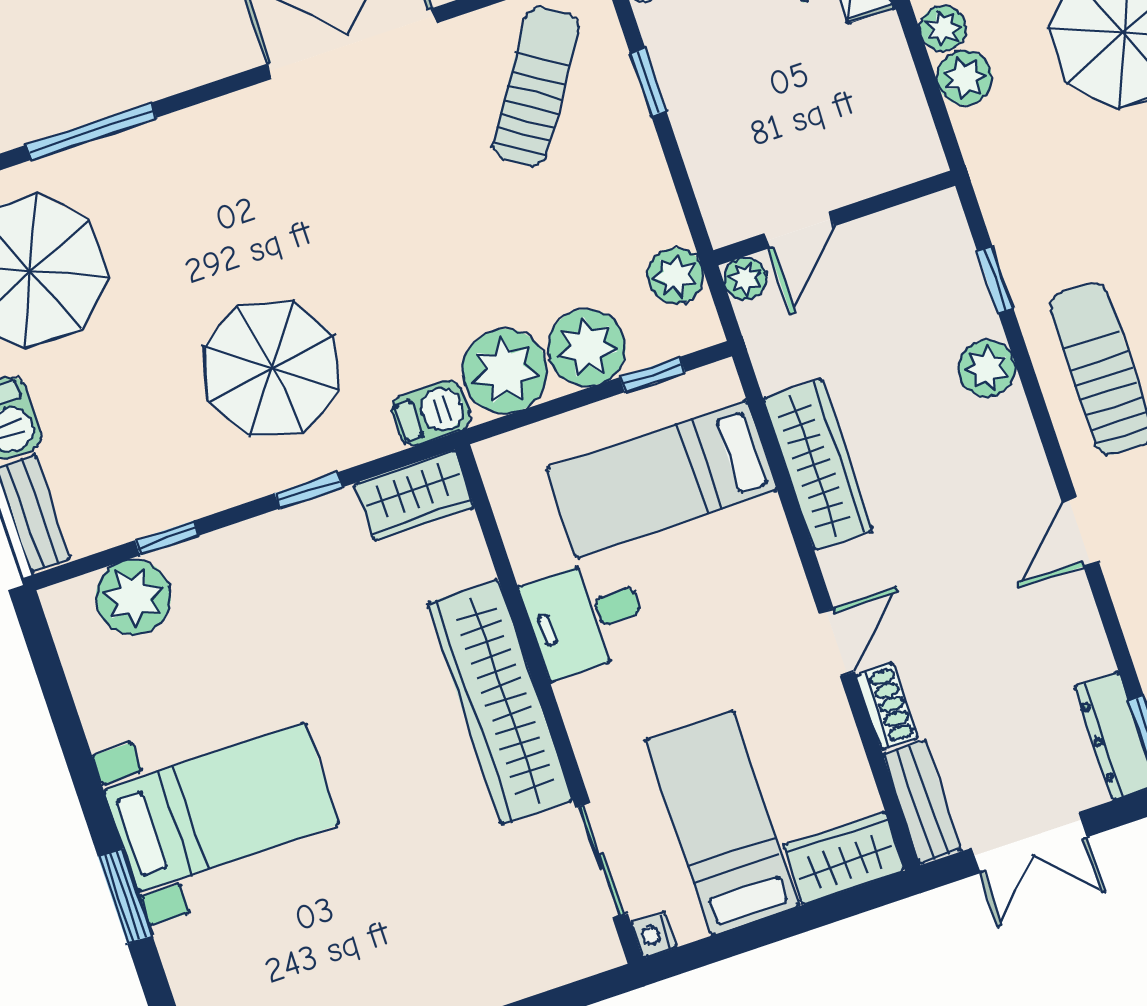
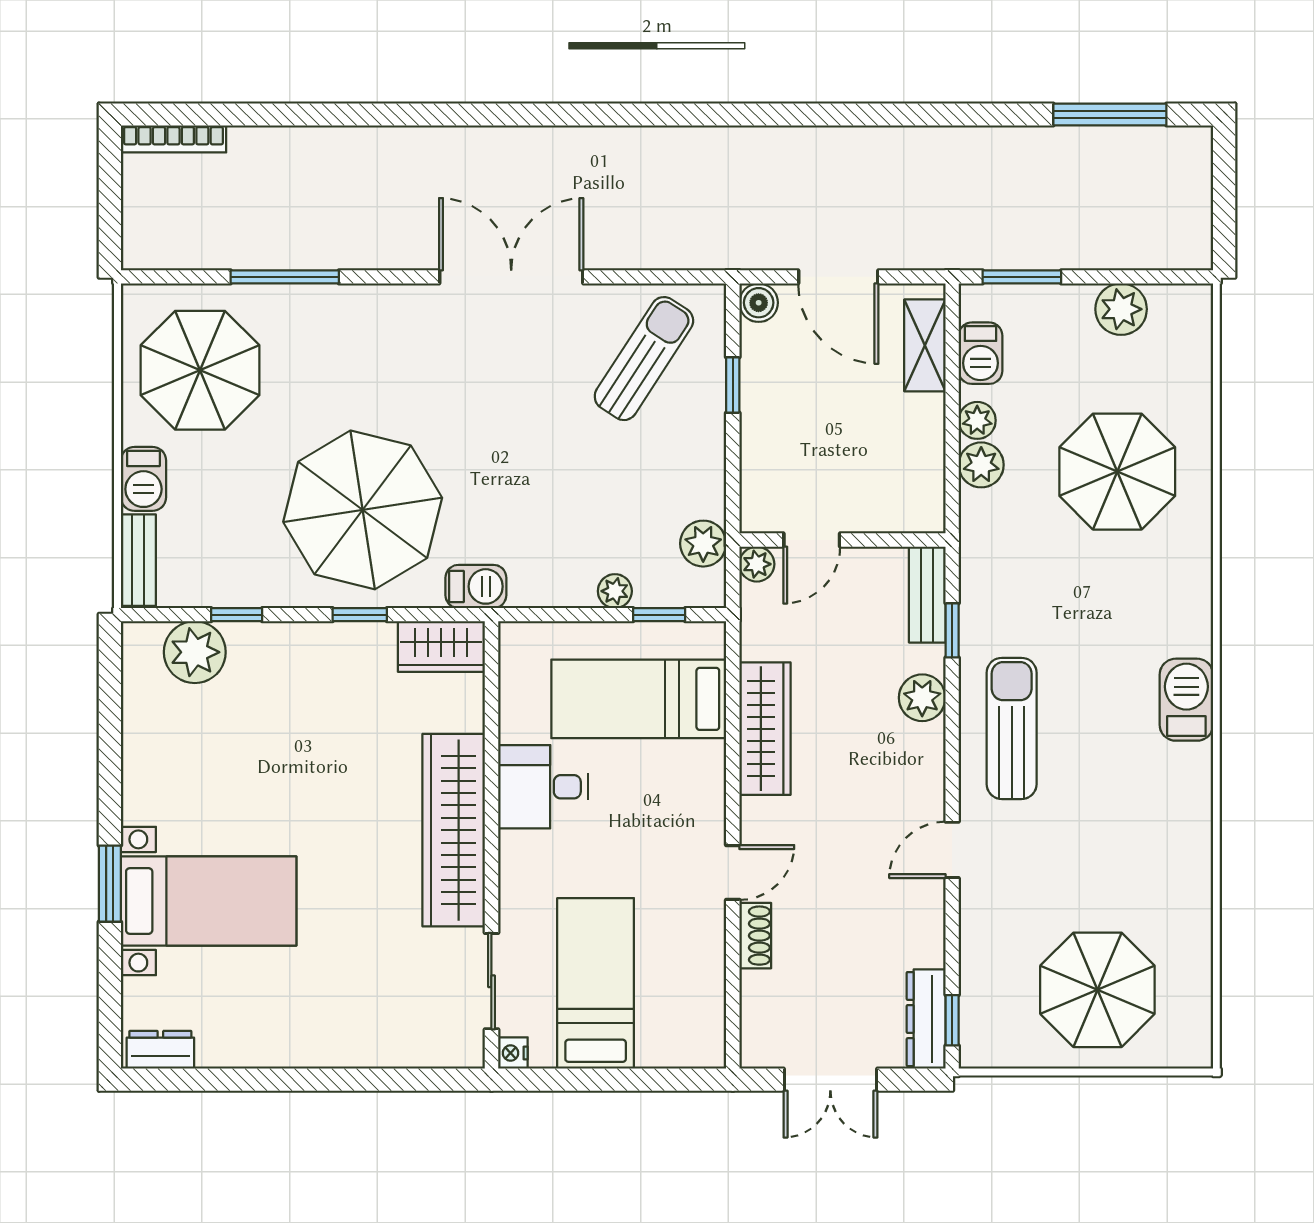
plant: (587, 348) -> (615, 591), width x0.53, depth x0.53
parasol: (271, 369) -> (363, 510), width x1.36, depth x1.36
plant: (505, 371) -> (545, 573), removed
bench: (922, 802) -> (927, 595), moved
bed with nightstands: (222, 807) -> (209, 901), moved
wardrobe: (844, 858) -> (682, 1043), removed

